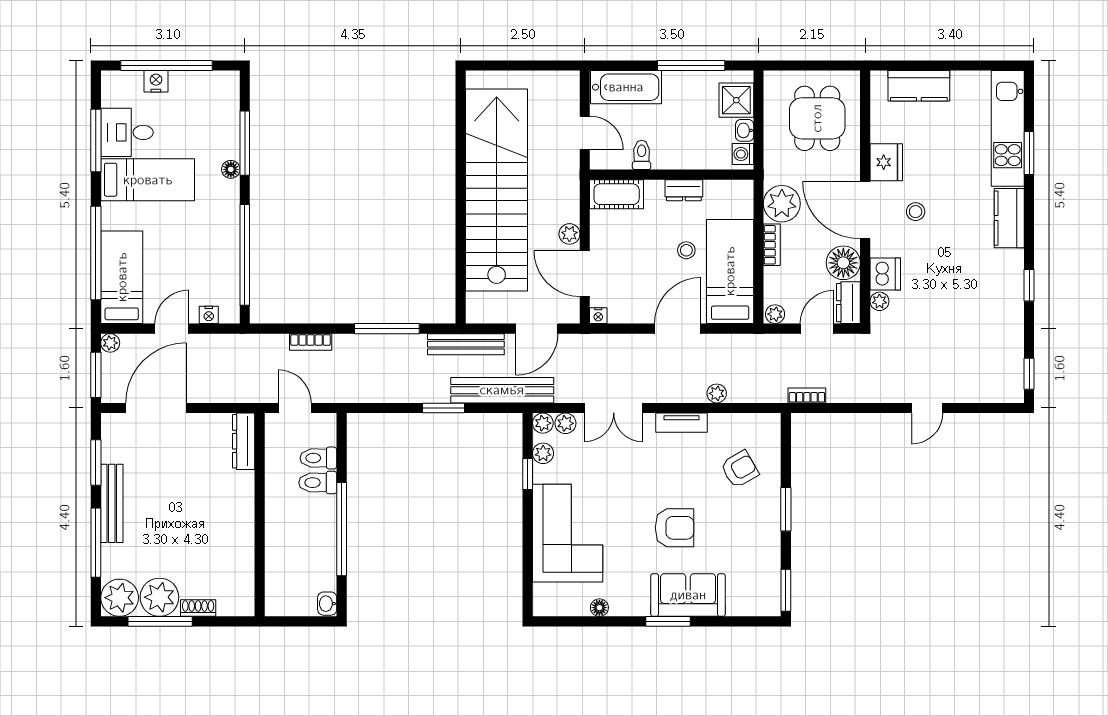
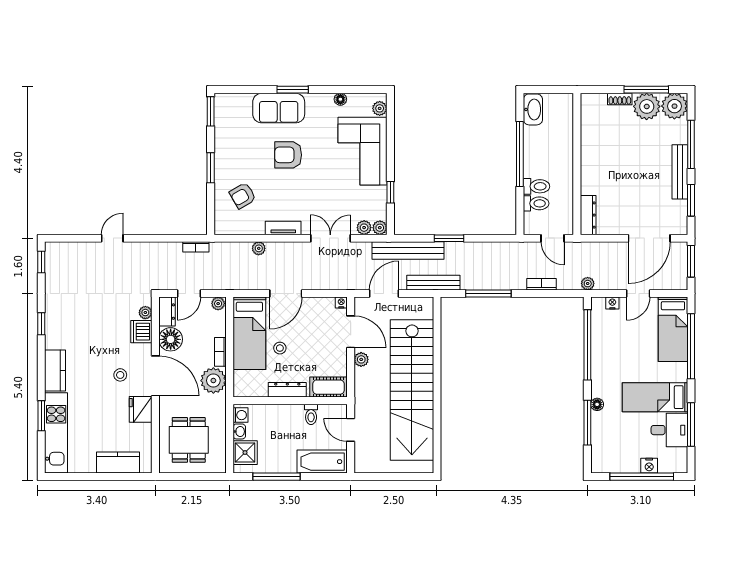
dresser: (684, 190) -> (287, 390), width x1.44
plant: (110, 343) -> (588, 284), moved
plant: (543, 453) -> (380, 108), moved
washbasin: (327, 604) -> (533, 109), width x1.91, depth x1.45

